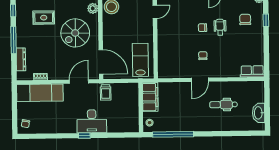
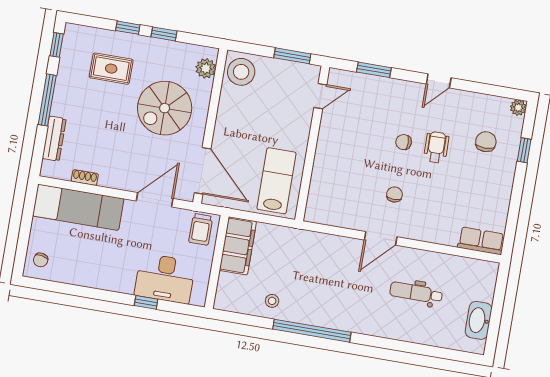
filing cabinet: (150, 97) -> (238, 246), moved
wall: (141, 107) -> (217, 262), moved

